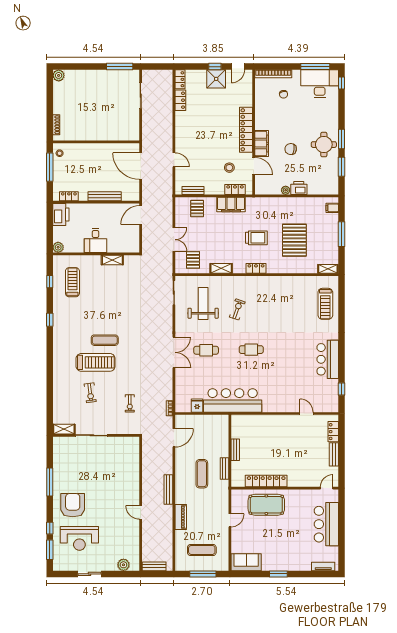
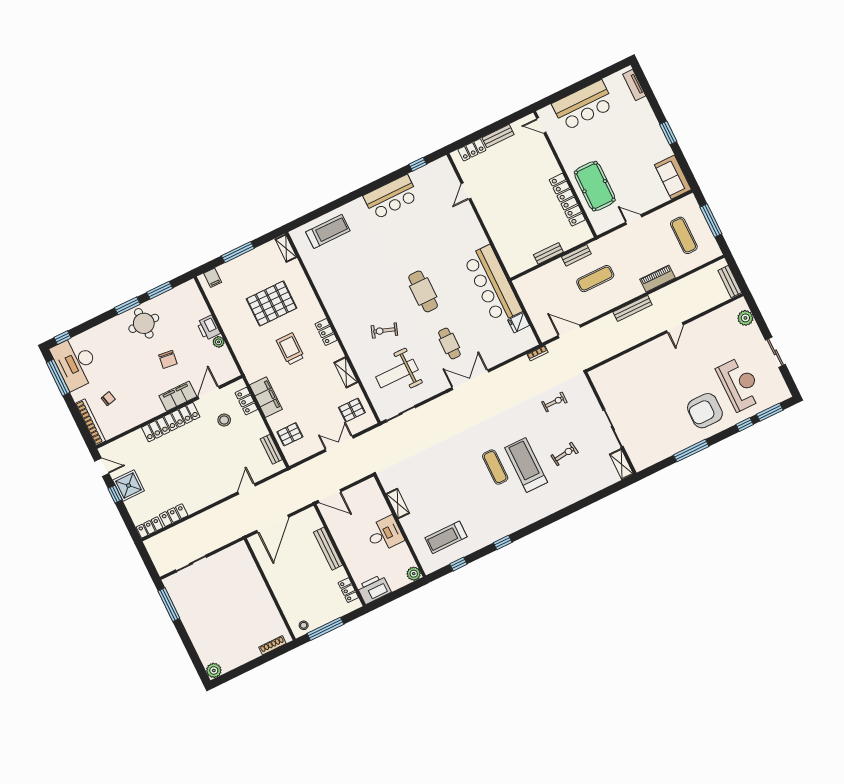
cafe table: (251, 350) -> (423, 291), width x1.37, depth x1.35

